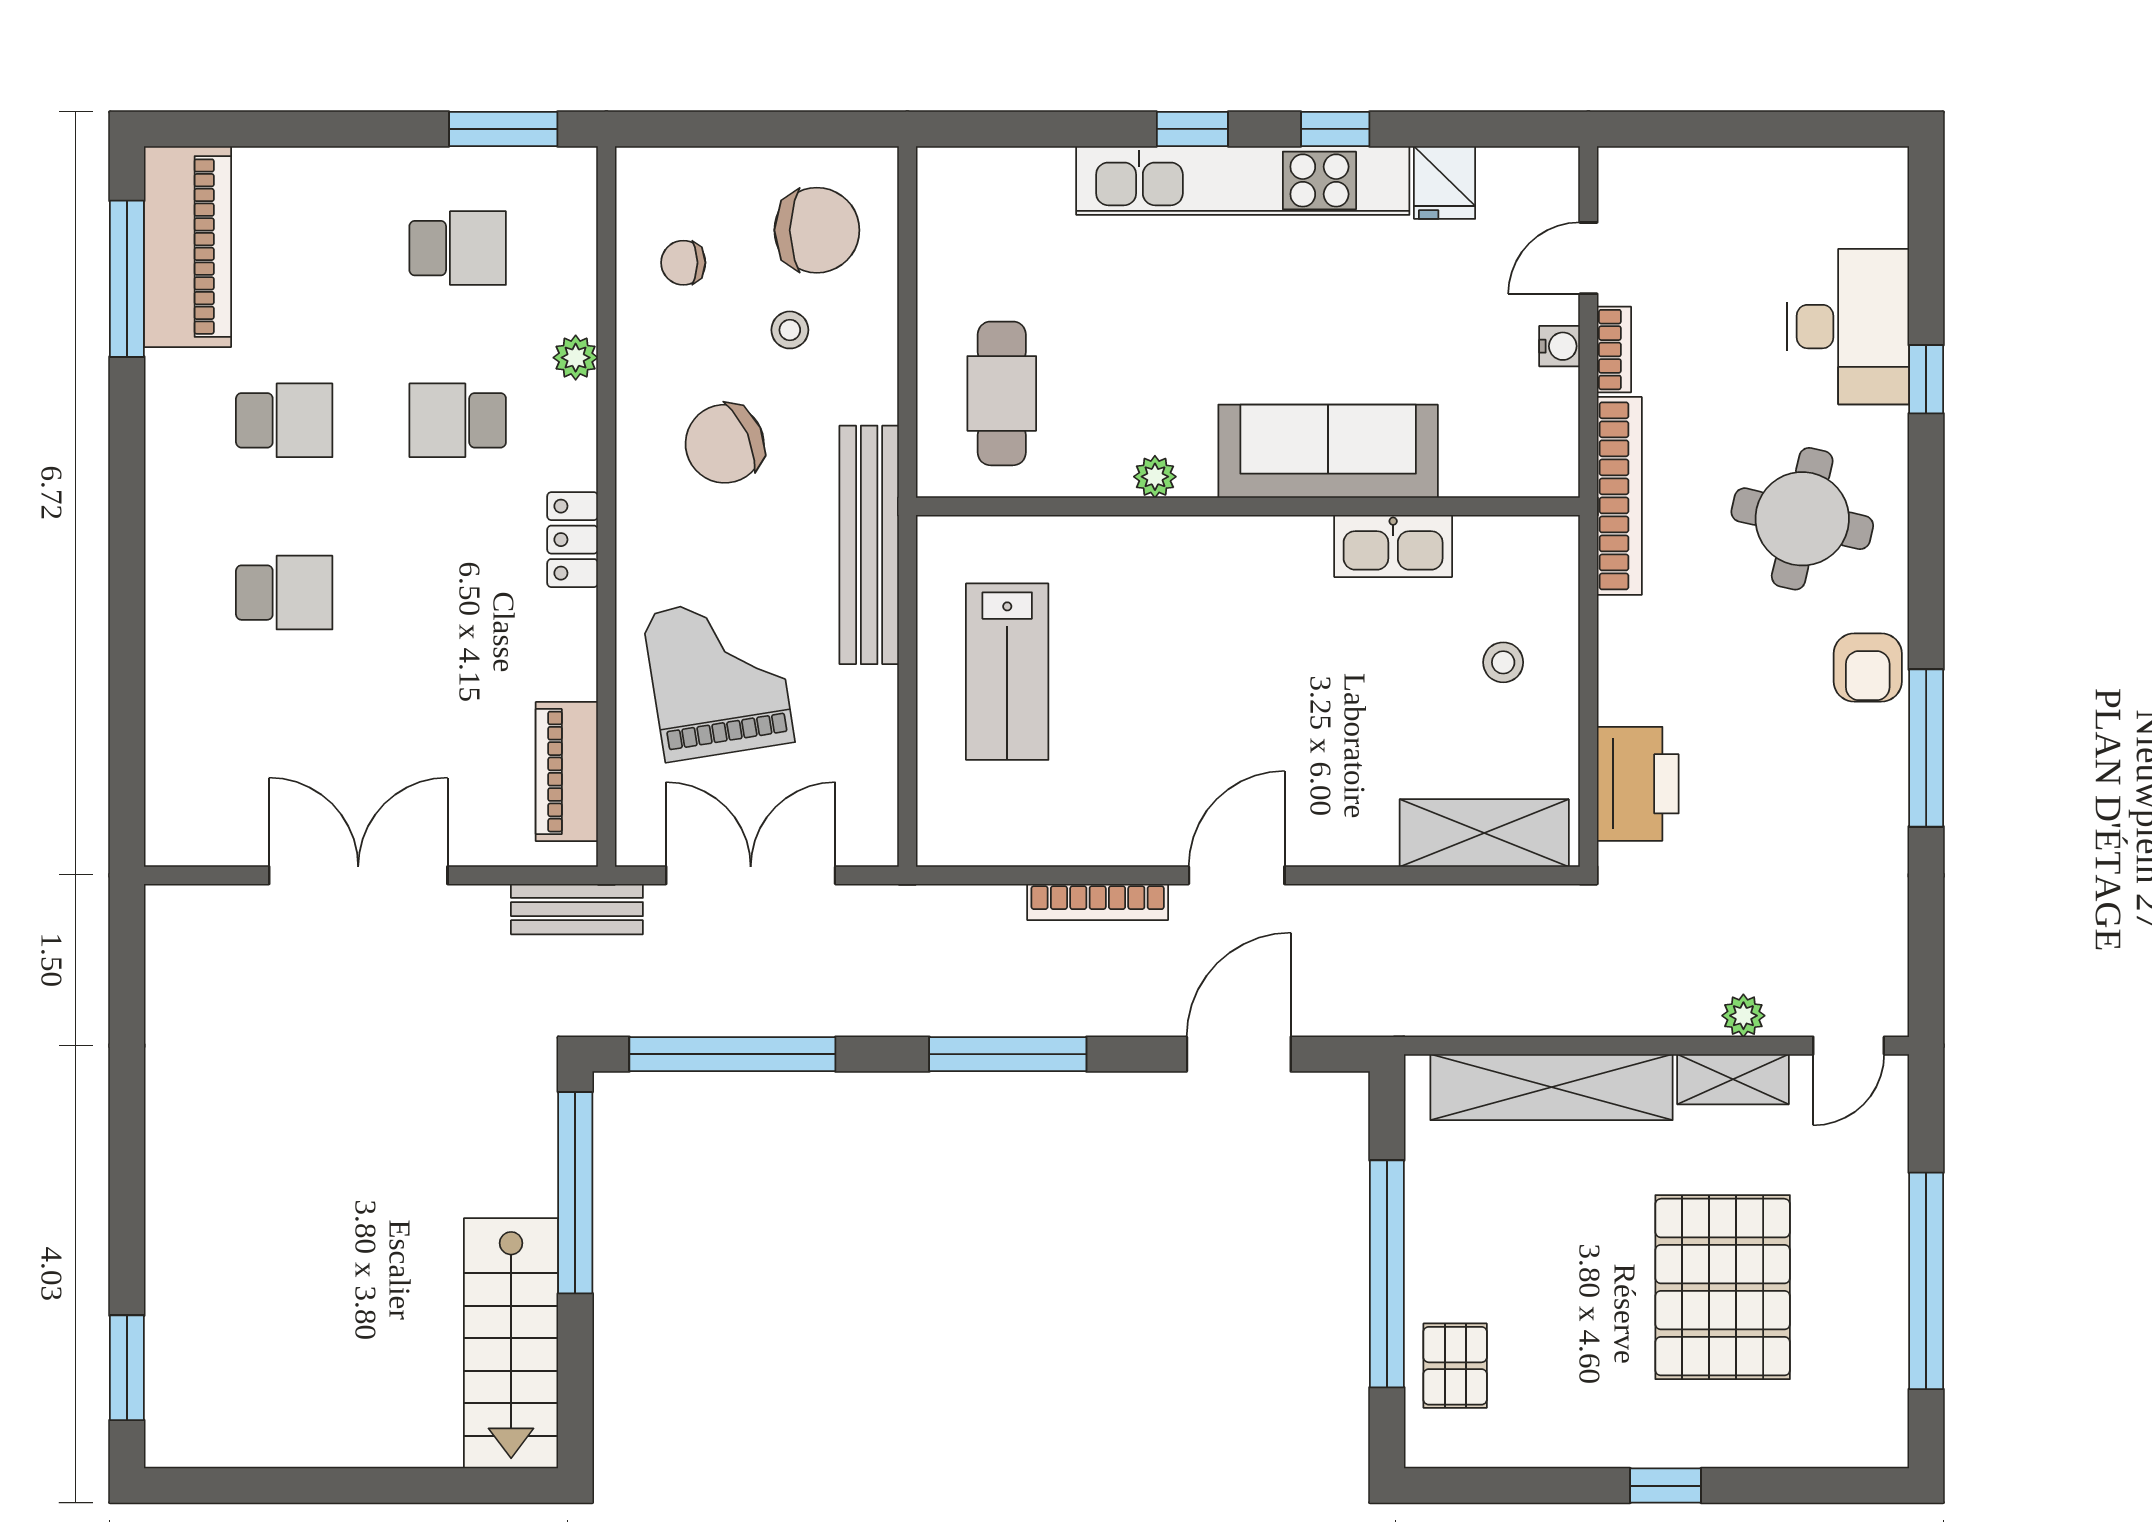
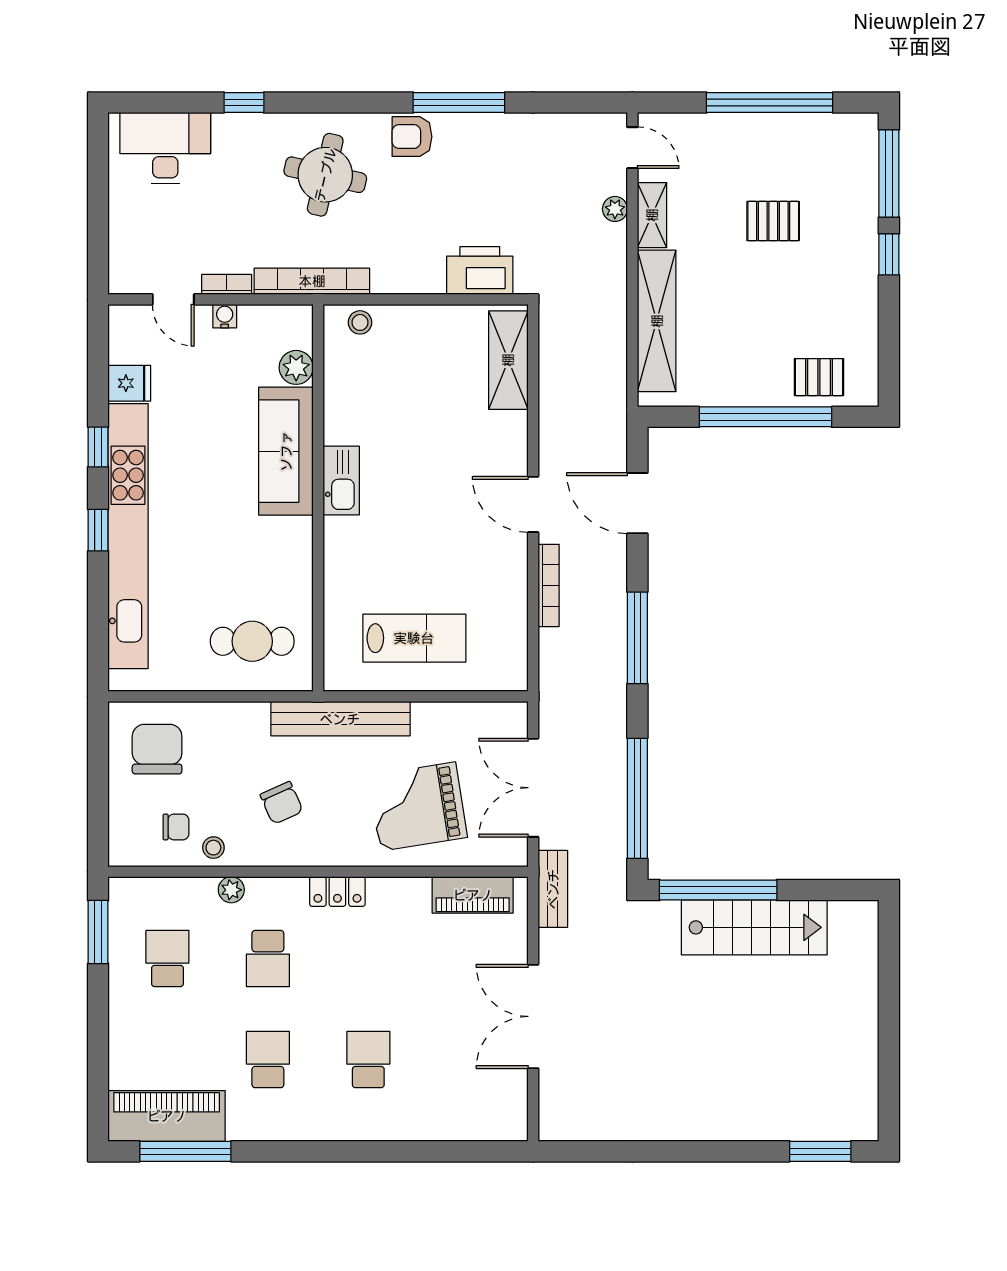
kitchen unit: (1243, 180) -> (128, 536), width x1.36
chair: (683, 263) -> (176, 827), turned -90
desk: (1848, 327) -> (165, 148), moved
stool: (790, 330) -> (213, 848), moved
chair: (725, 444) -> (282, 803), width x0.73, depth x0.73
plant: (1155, 477) -> (296, 367), moved, width x1.38, depth x1.38
kitchen sink: (1393, 546) -> (341, 481), moved
stool: (1503, 662) -> (360, 322), moved
armchair: (1868, 667) -> (412, 137), turned 180
pallet: (1723, 1287) -> (773, 221), width x0.49, depth x0.50
stairs: (511, 1343) -> (754, 927), moved
window: (1804, 1486) -> (889, 173), added

